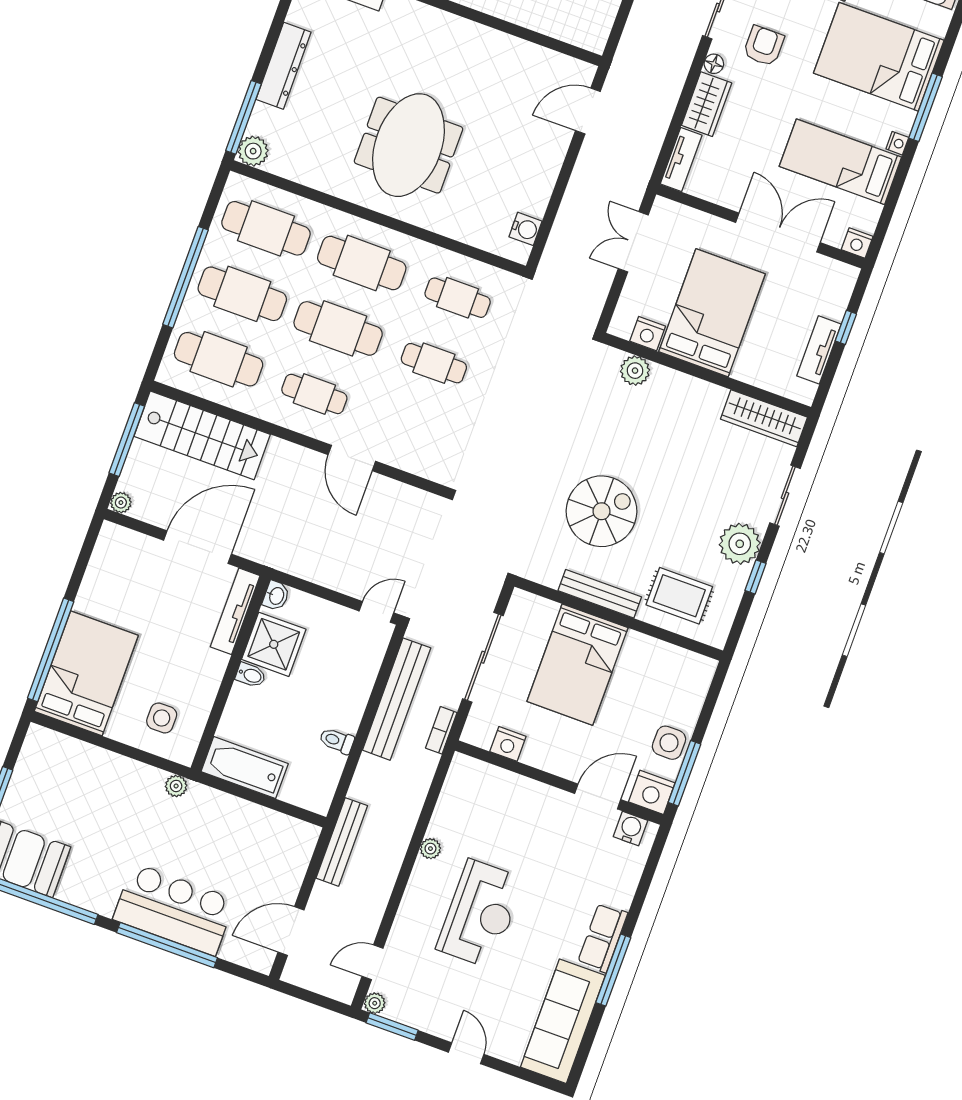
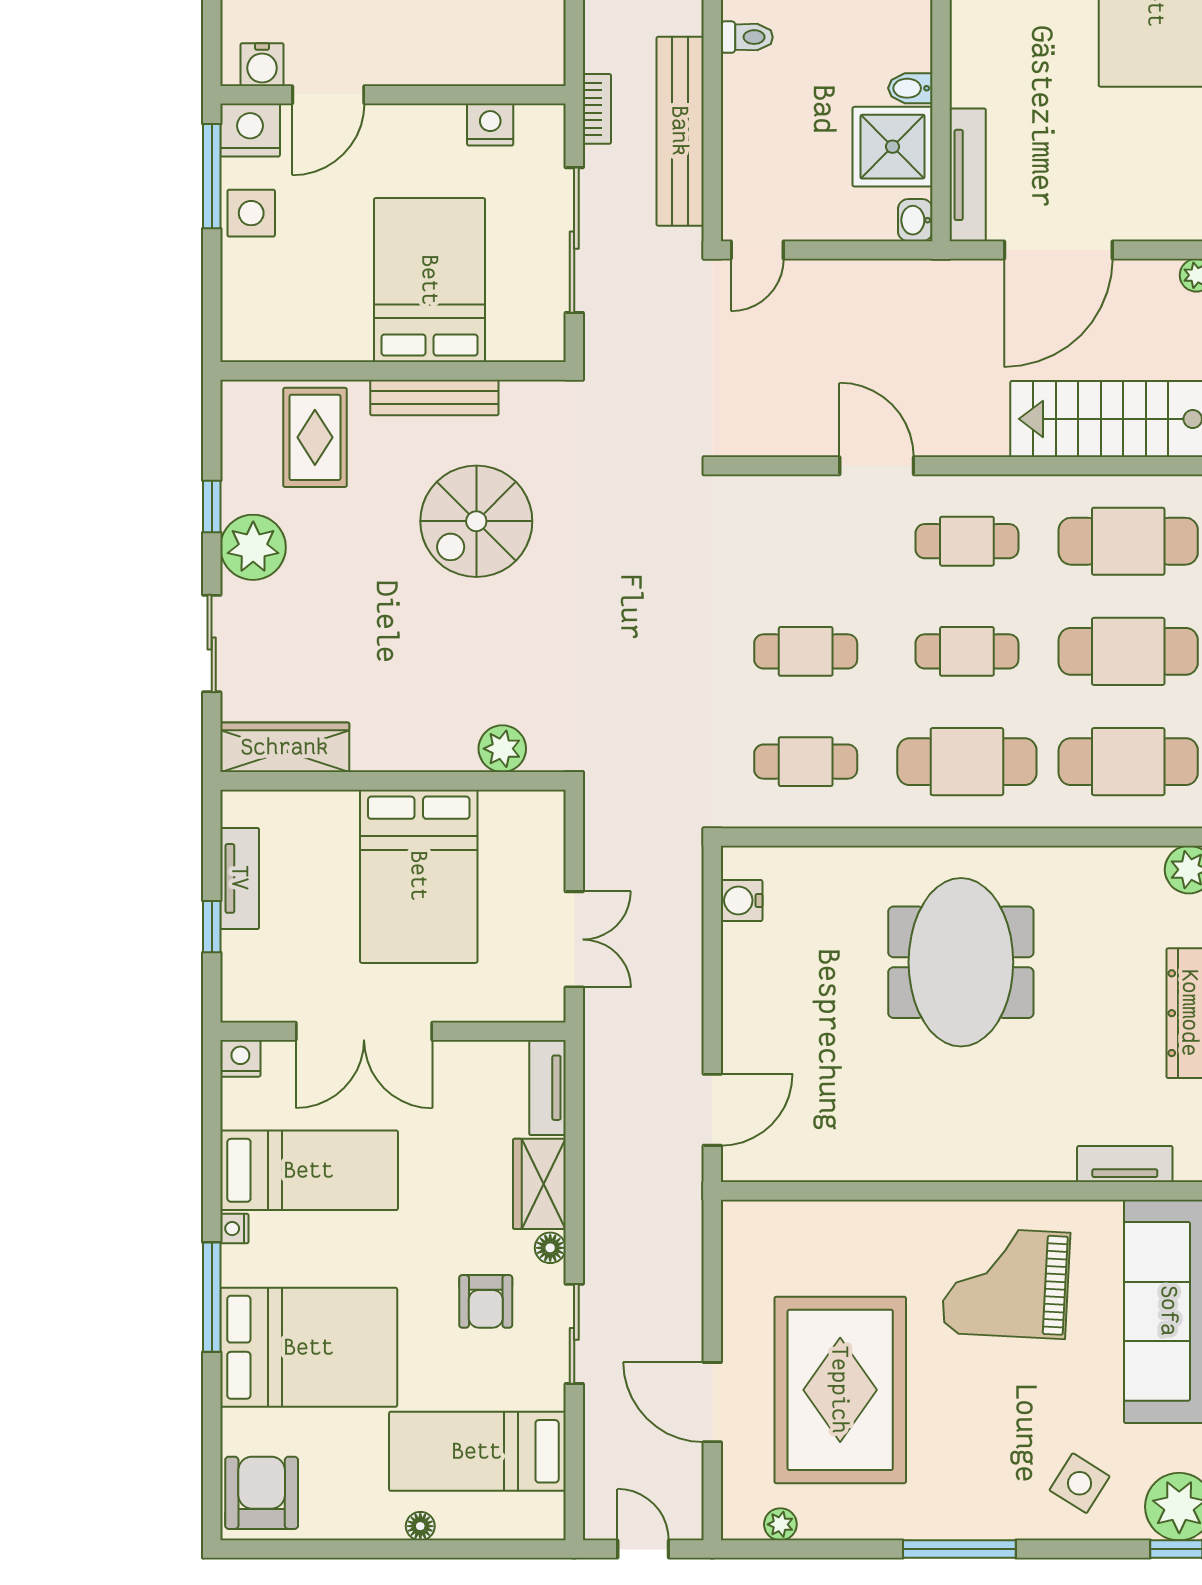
cafe table: (338, 328) -> (967, 651), width x0.73, depth x0.74
nightstand: (648, 334) -> (503, 810), removed
rug: (679, 596) -> (315, 437), turned 90

